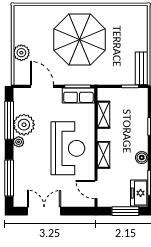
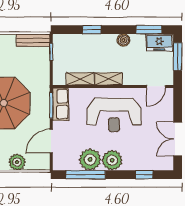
plant: (19, 142) -> (112, 160), width x1.88, depth x1.88
reception desk: (68, 148) -> (114, 115), turned 180
shelving: (103, 155) -> (109, 79), moved
window: (9, 178) -> (144, 175), width x0.46

